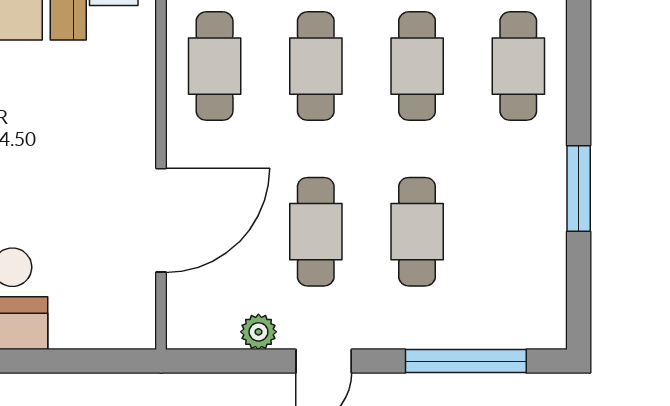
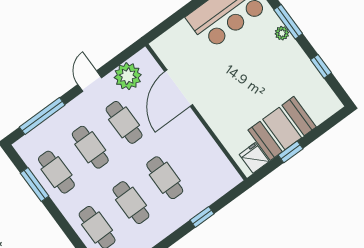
cafe table: (215, 66) -> (56, 172), moved
window: (579, 188) -> (35, 185), moved
plant: (258, 332) -> (128, 76), width x1.88, depth x1.88

